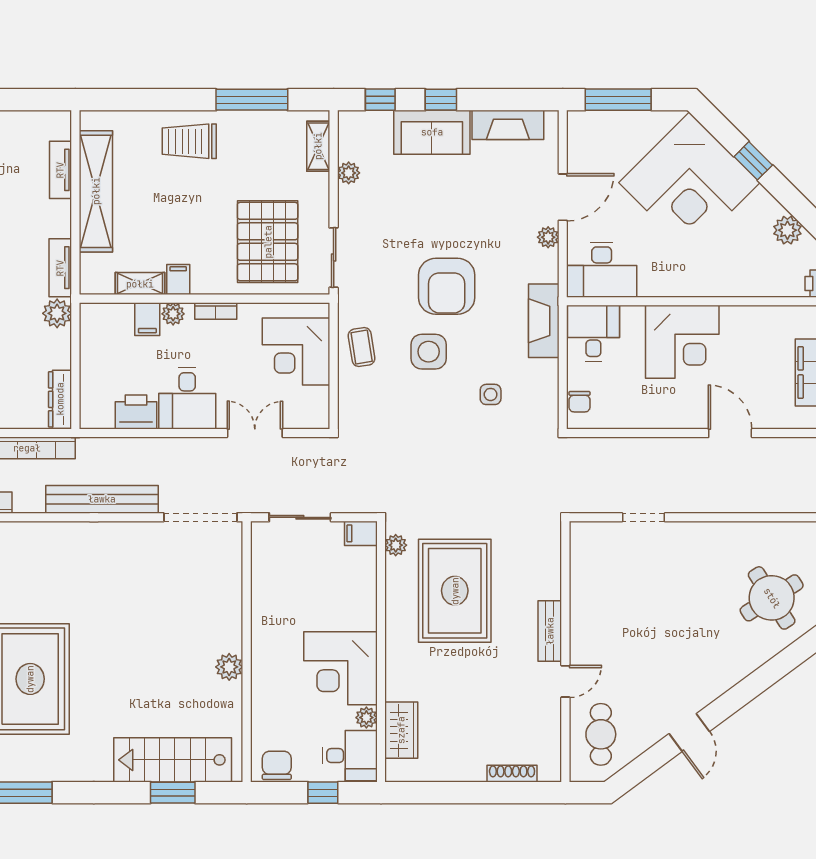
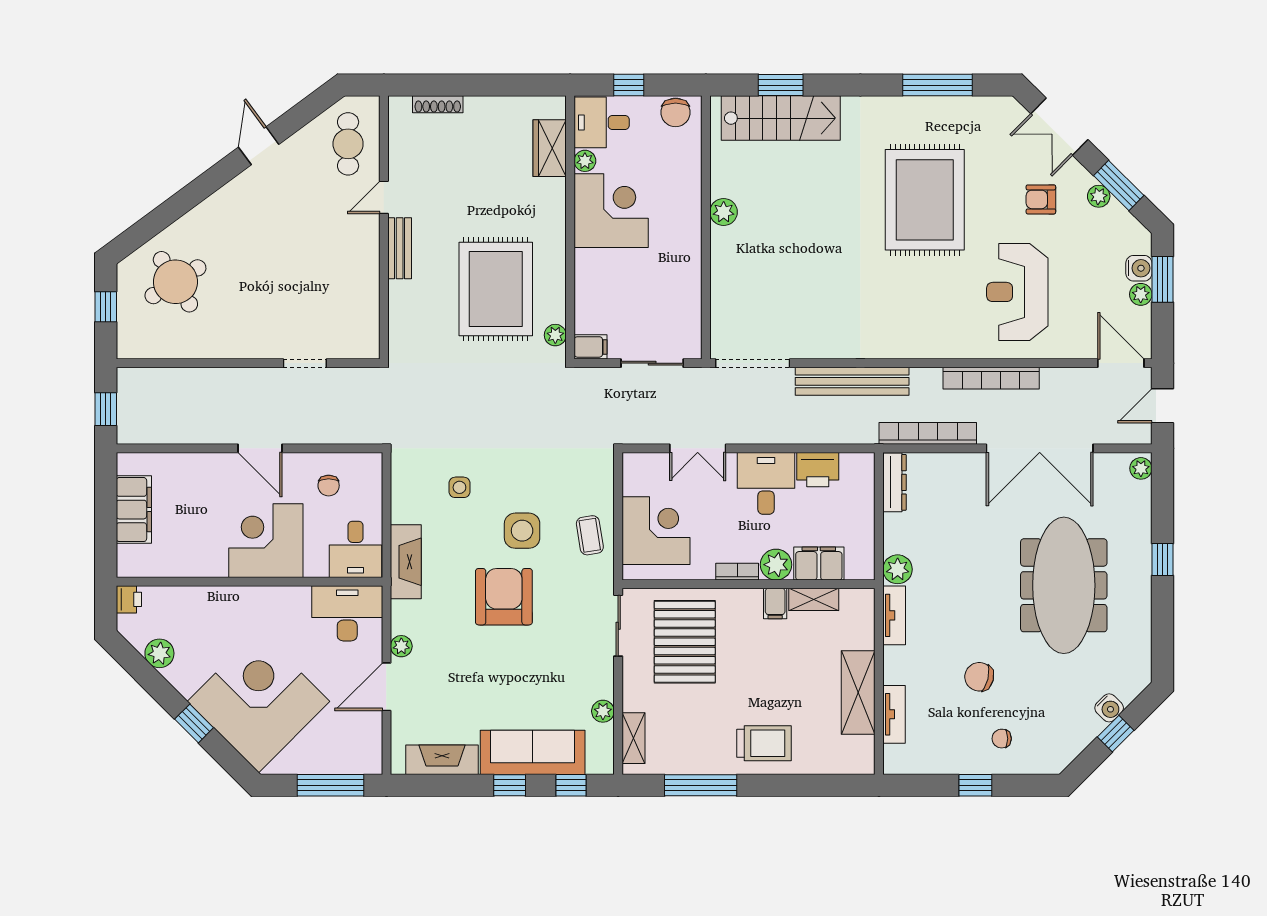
sofa: (432, 132) -> (533, 752), width x1.36
shelving: (96, 191) -> (858, 693), width x0.68
plant: (173, 314) -> (776, 565), width x1.38, depth x1.38
filing cabinet: (147, 319) -> (819, 563), width x2.00
chair: (579, 402) -> (329, 486), moved, turned 180
door: (730, 433) -> (260, 448), moved

